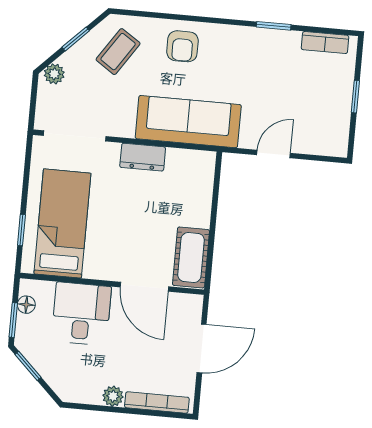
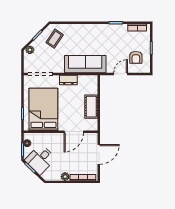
armchair: (182, 46) -> (136, 57), moved
bed: (62, 224) -> (43, 109), width x1.50
cot: (191, 258) -> (91, 107), moved
door: (144, 287) -> (74, 132), hinge flipped
desk: (81, 314) -> (40, 159), moved, turned -136

